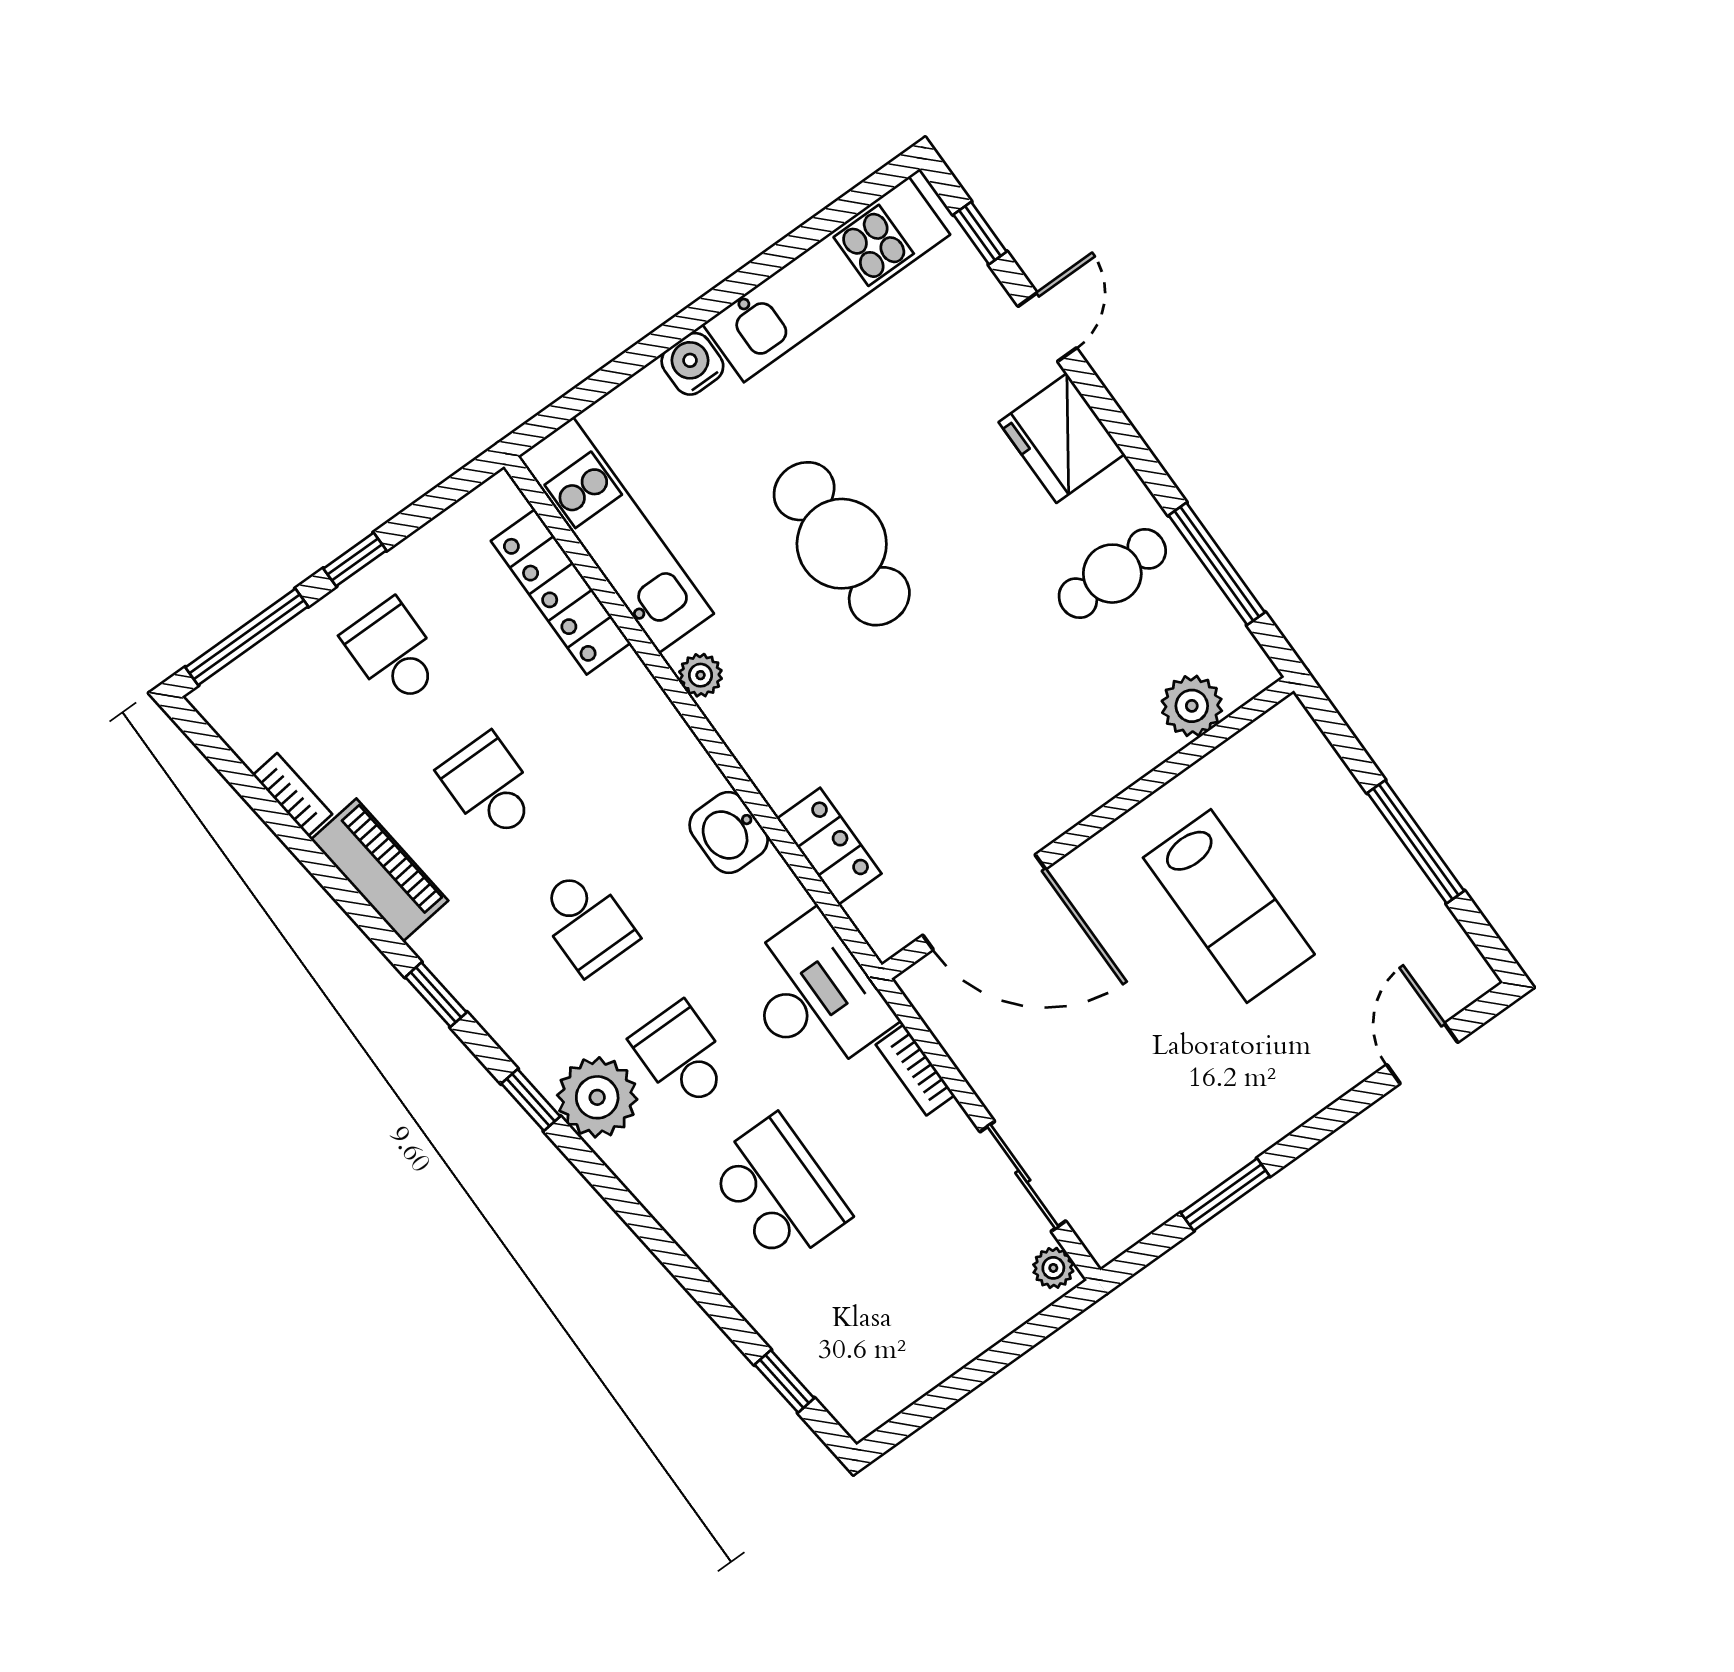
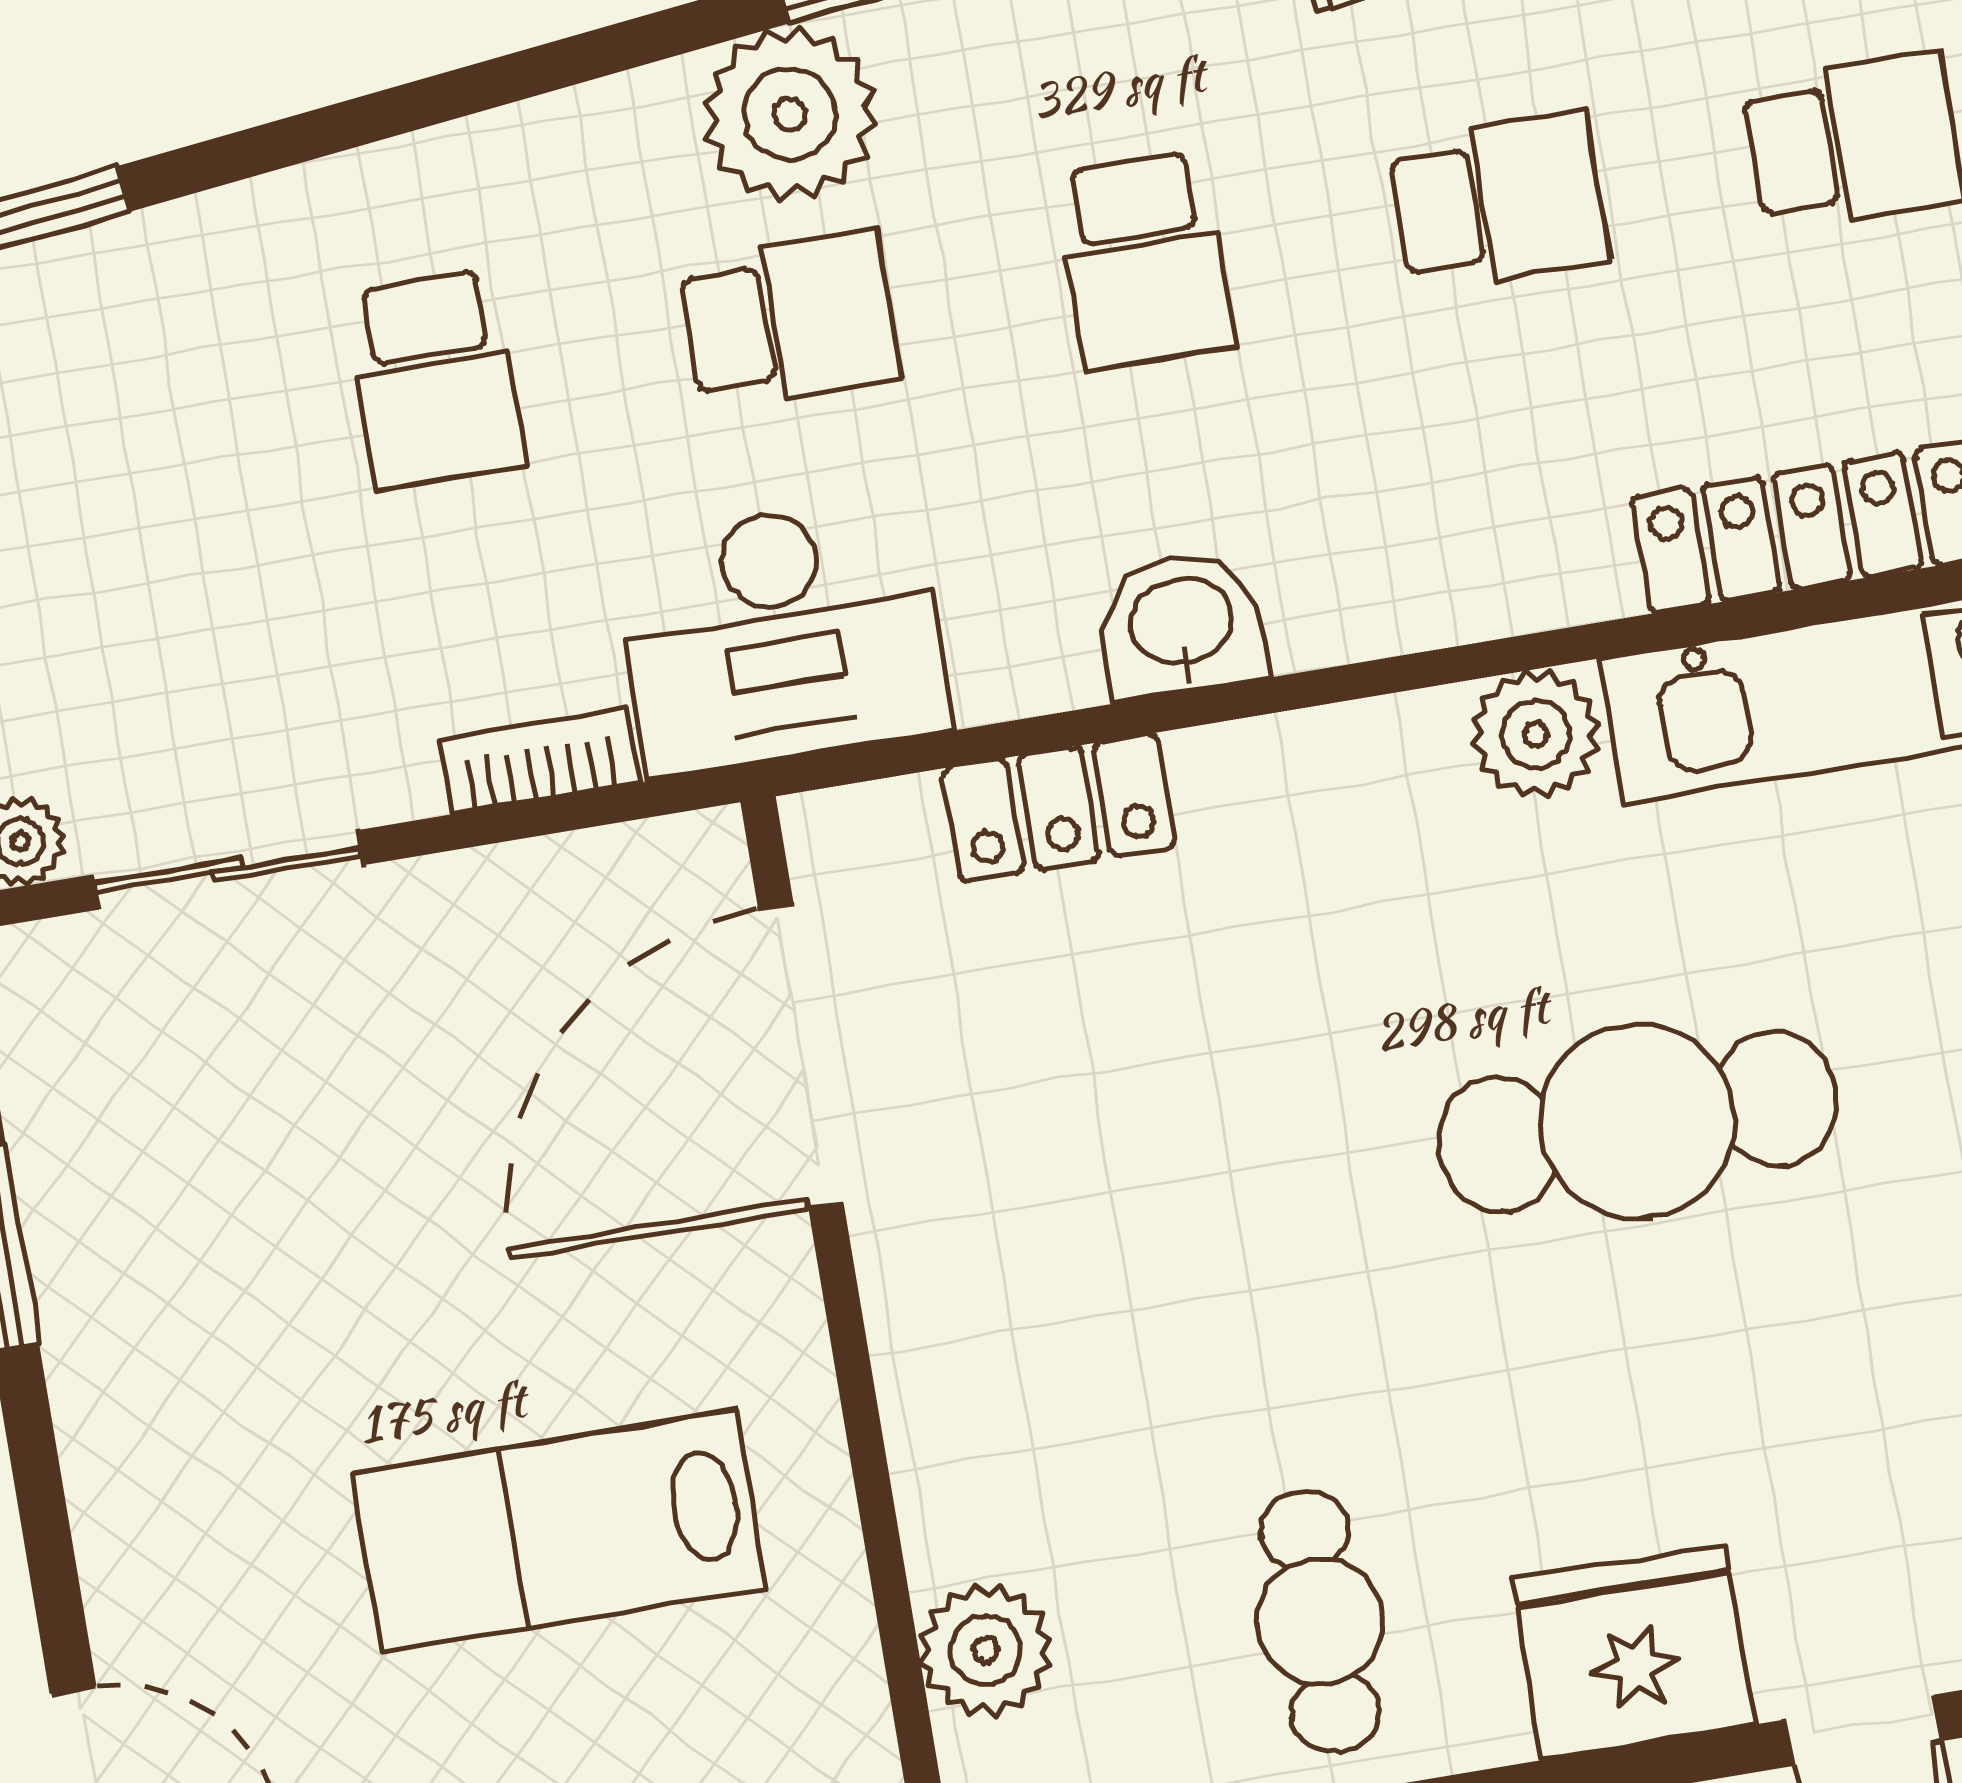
plant: (701, 675) -> (1536, 734), width x1.38, depth x1.38
school desk: (586, 921) -> (1144, 261), turned -90
school desk: (778, 1190) -> (435, 379), width x0.54

